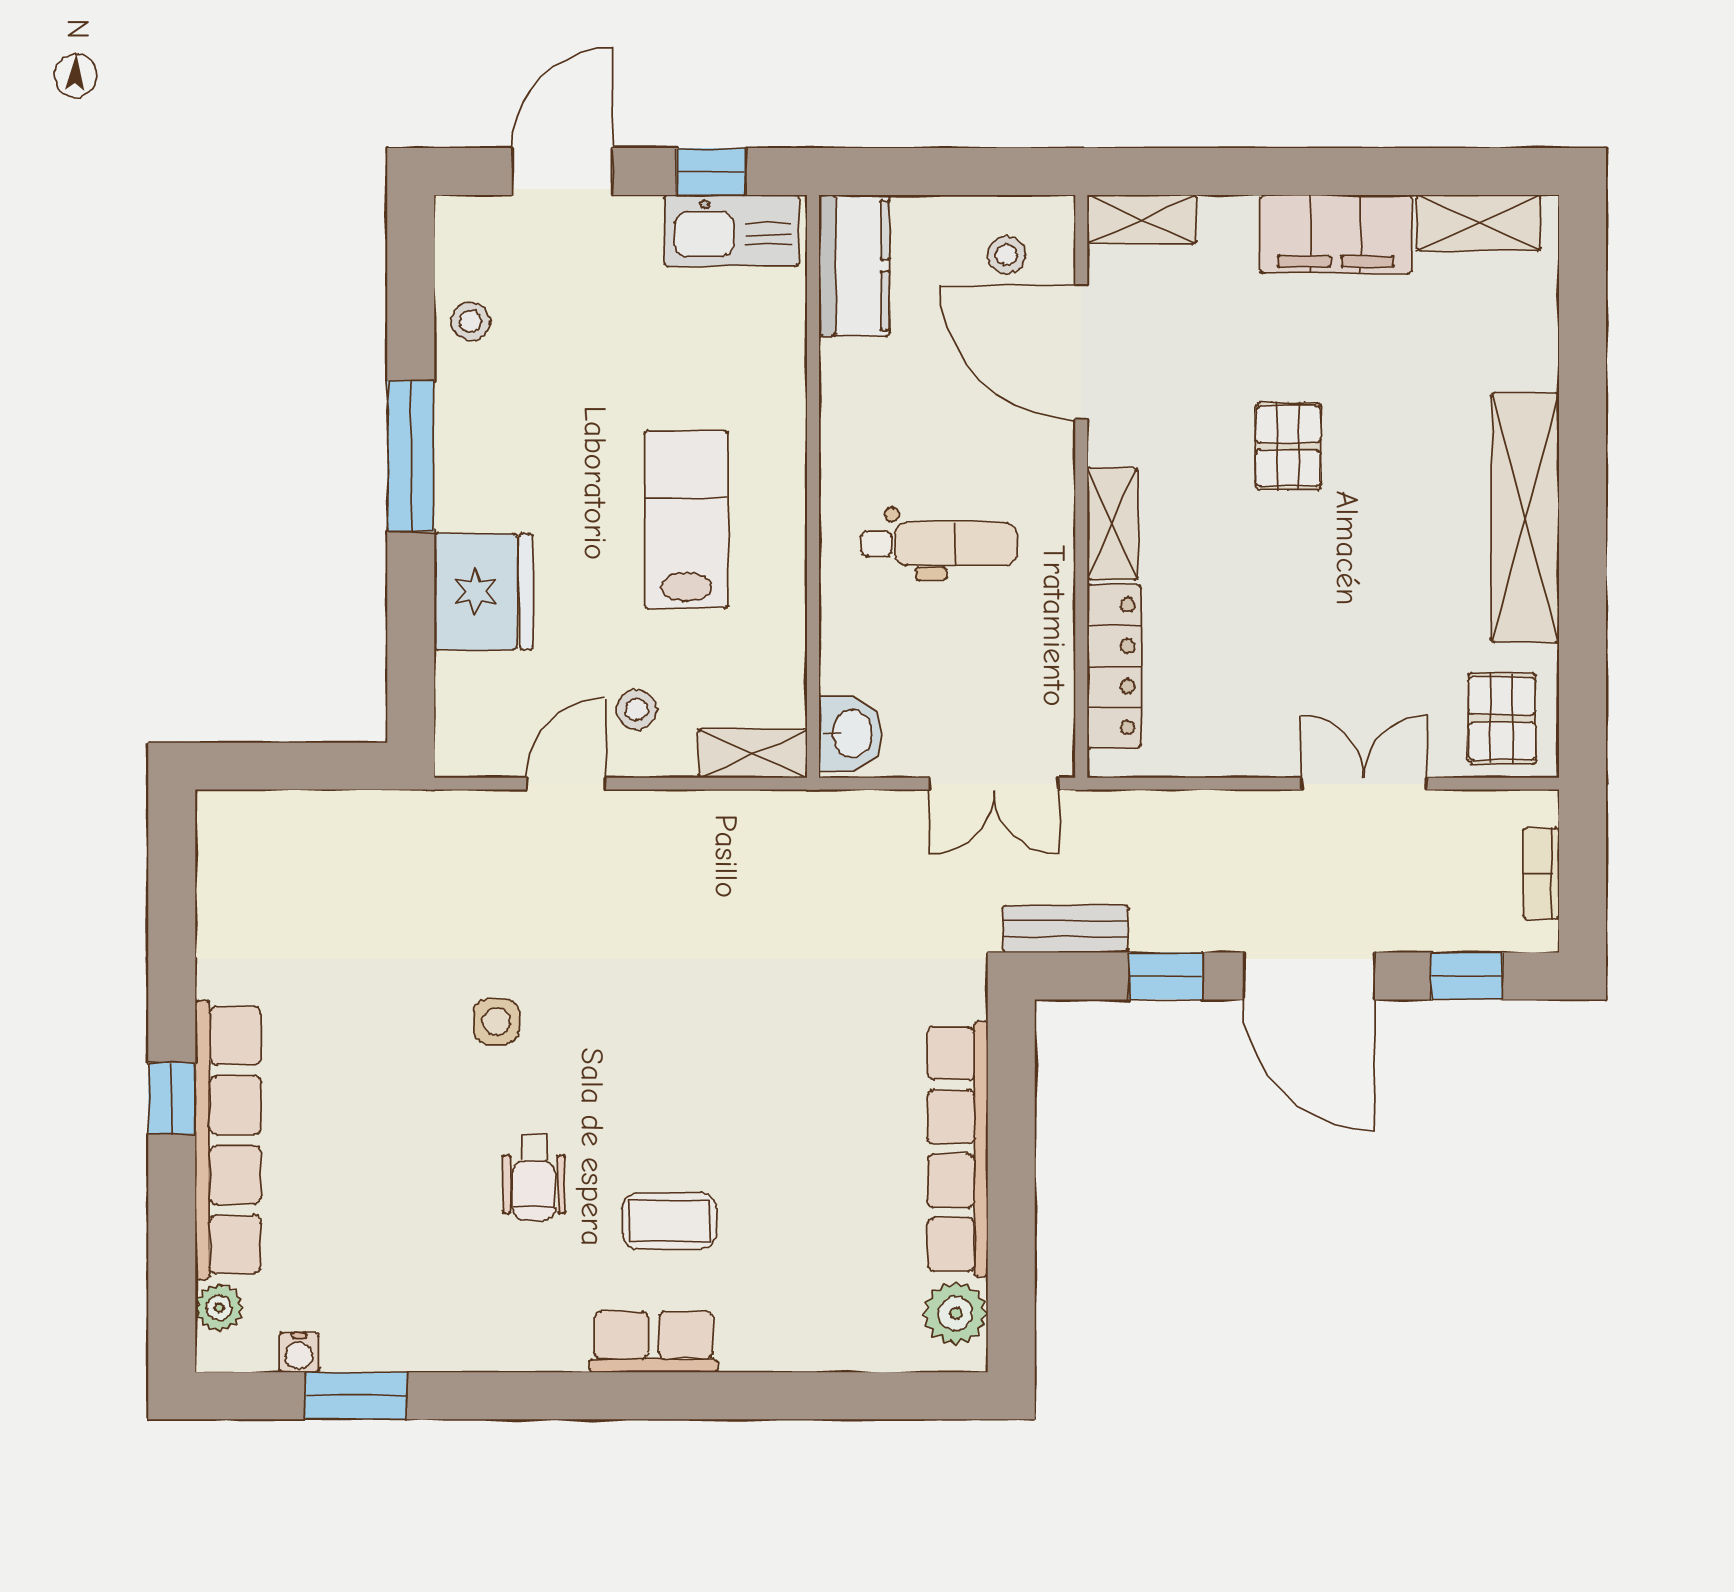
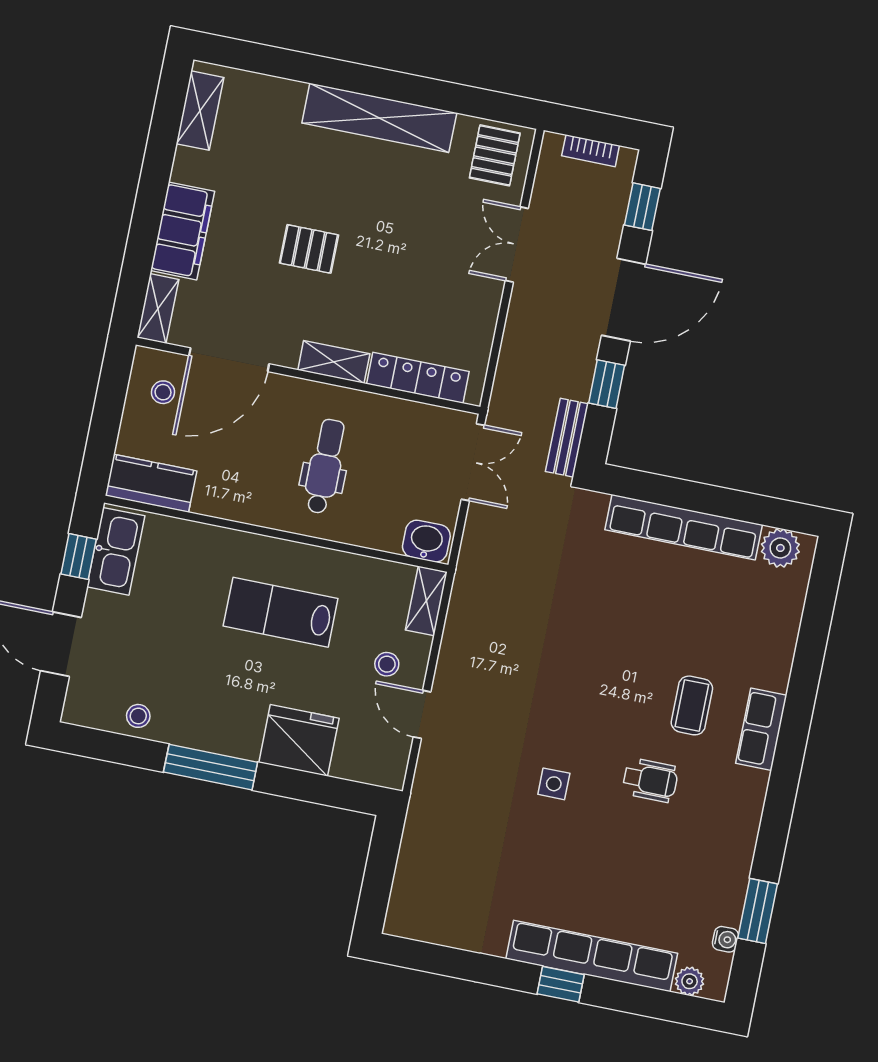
filing cabinet: (1336, 234) -> (183, 231), moved
pallet: (1502, 718) -> (495, 155), turned 90

